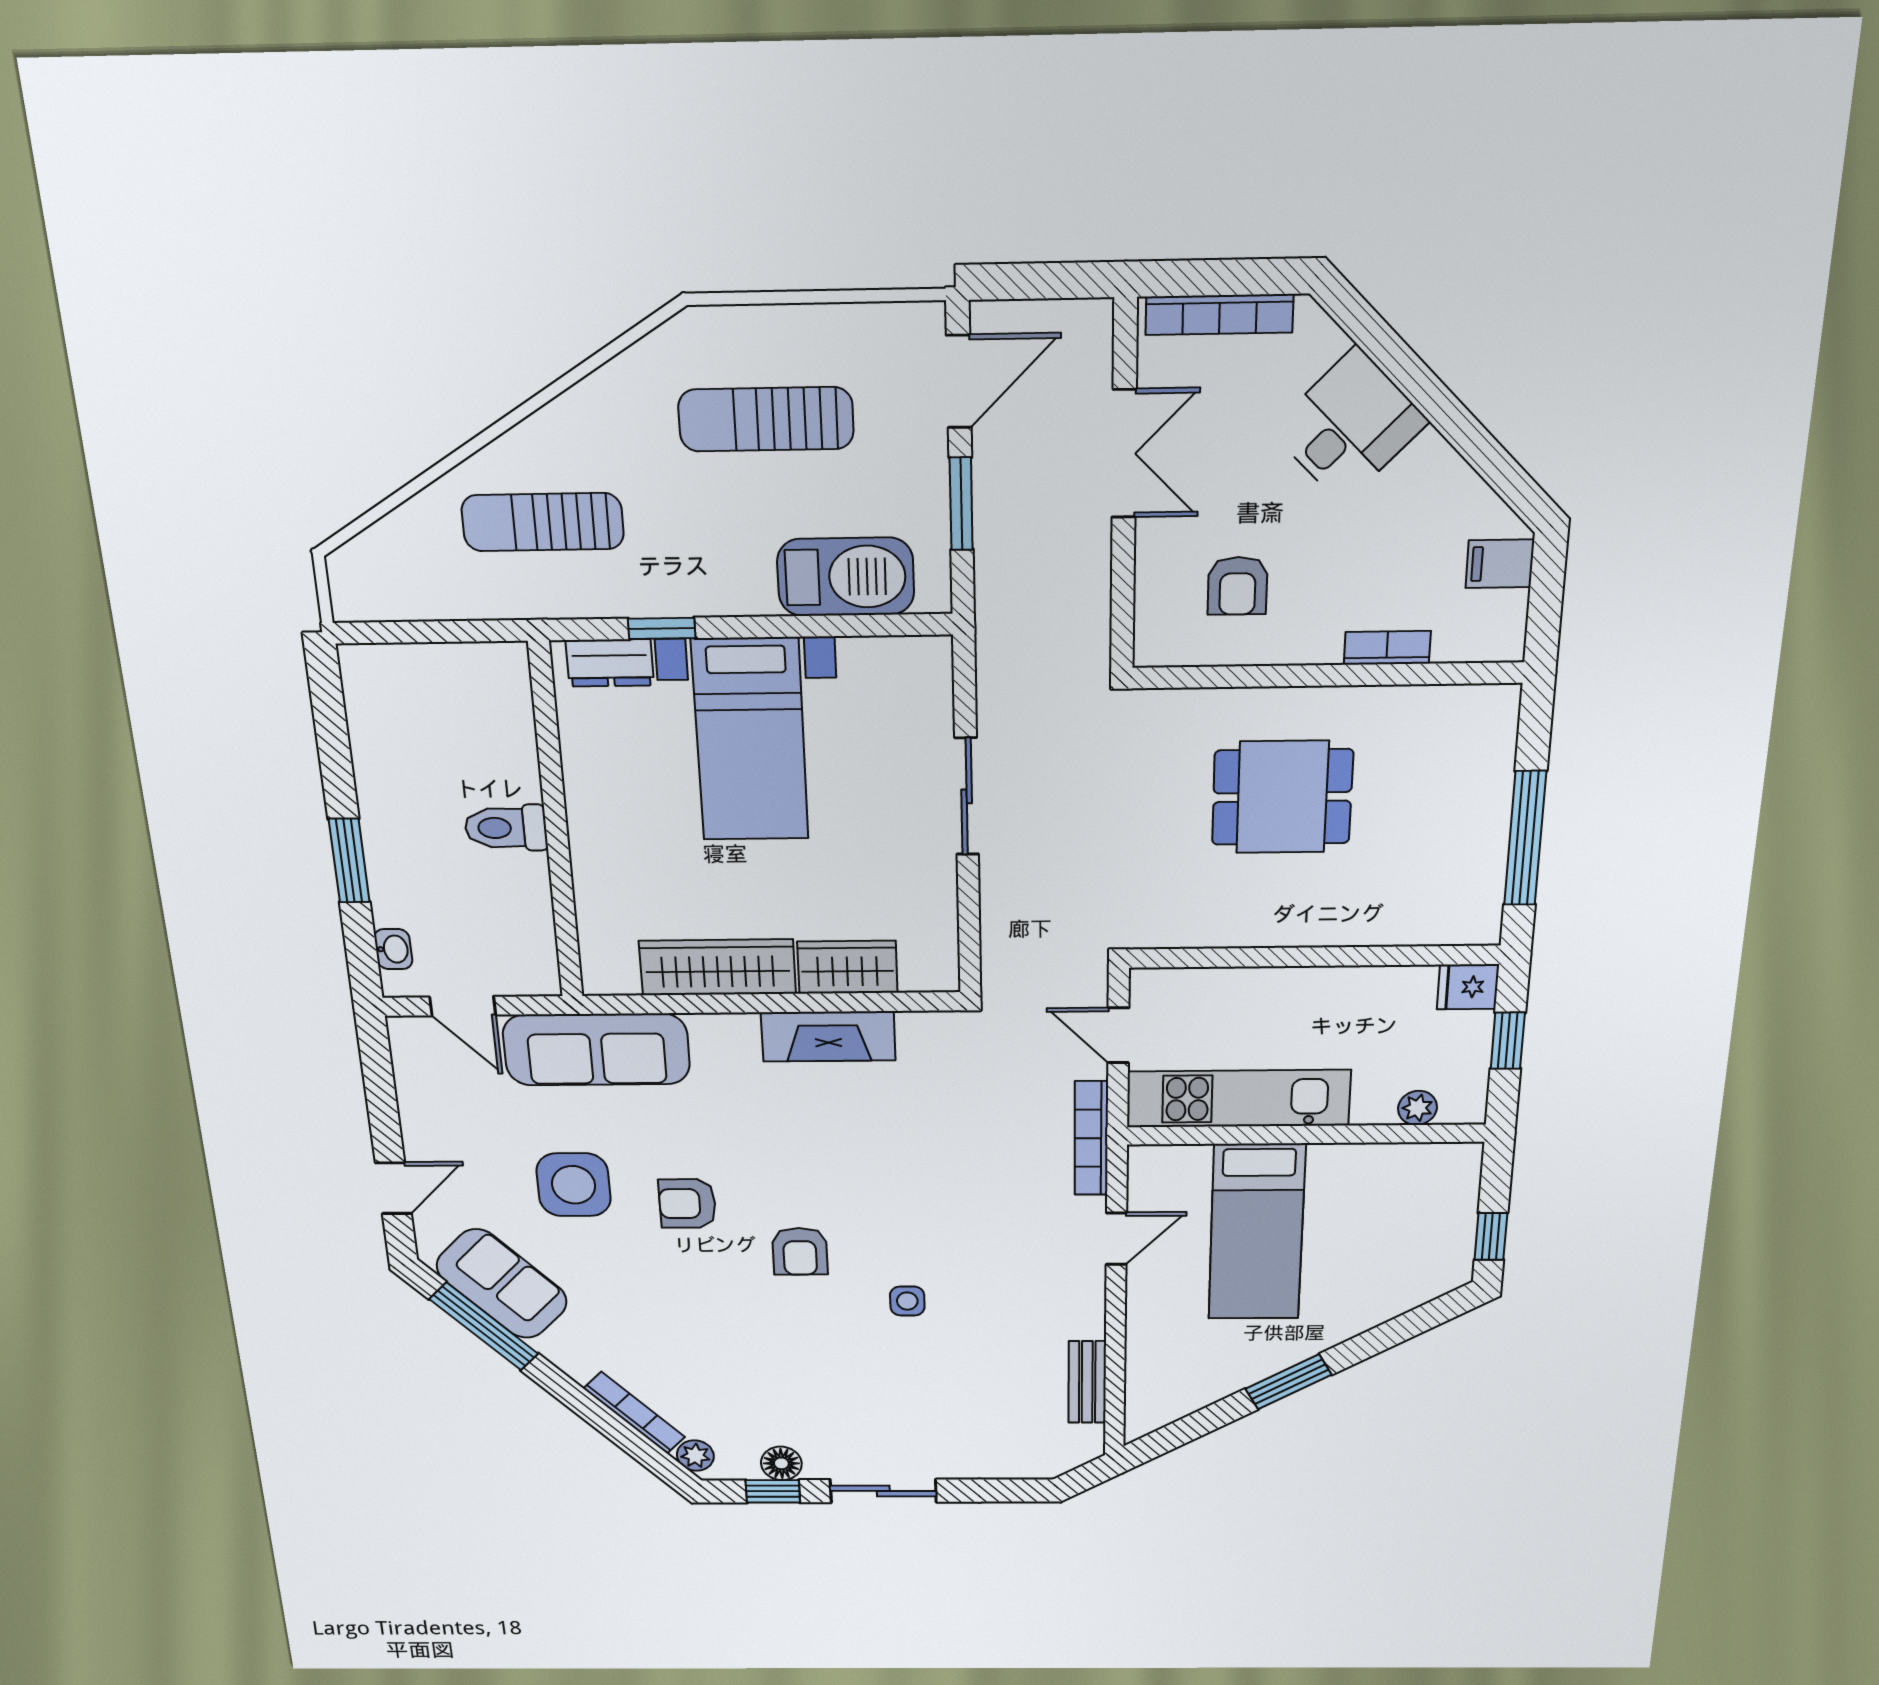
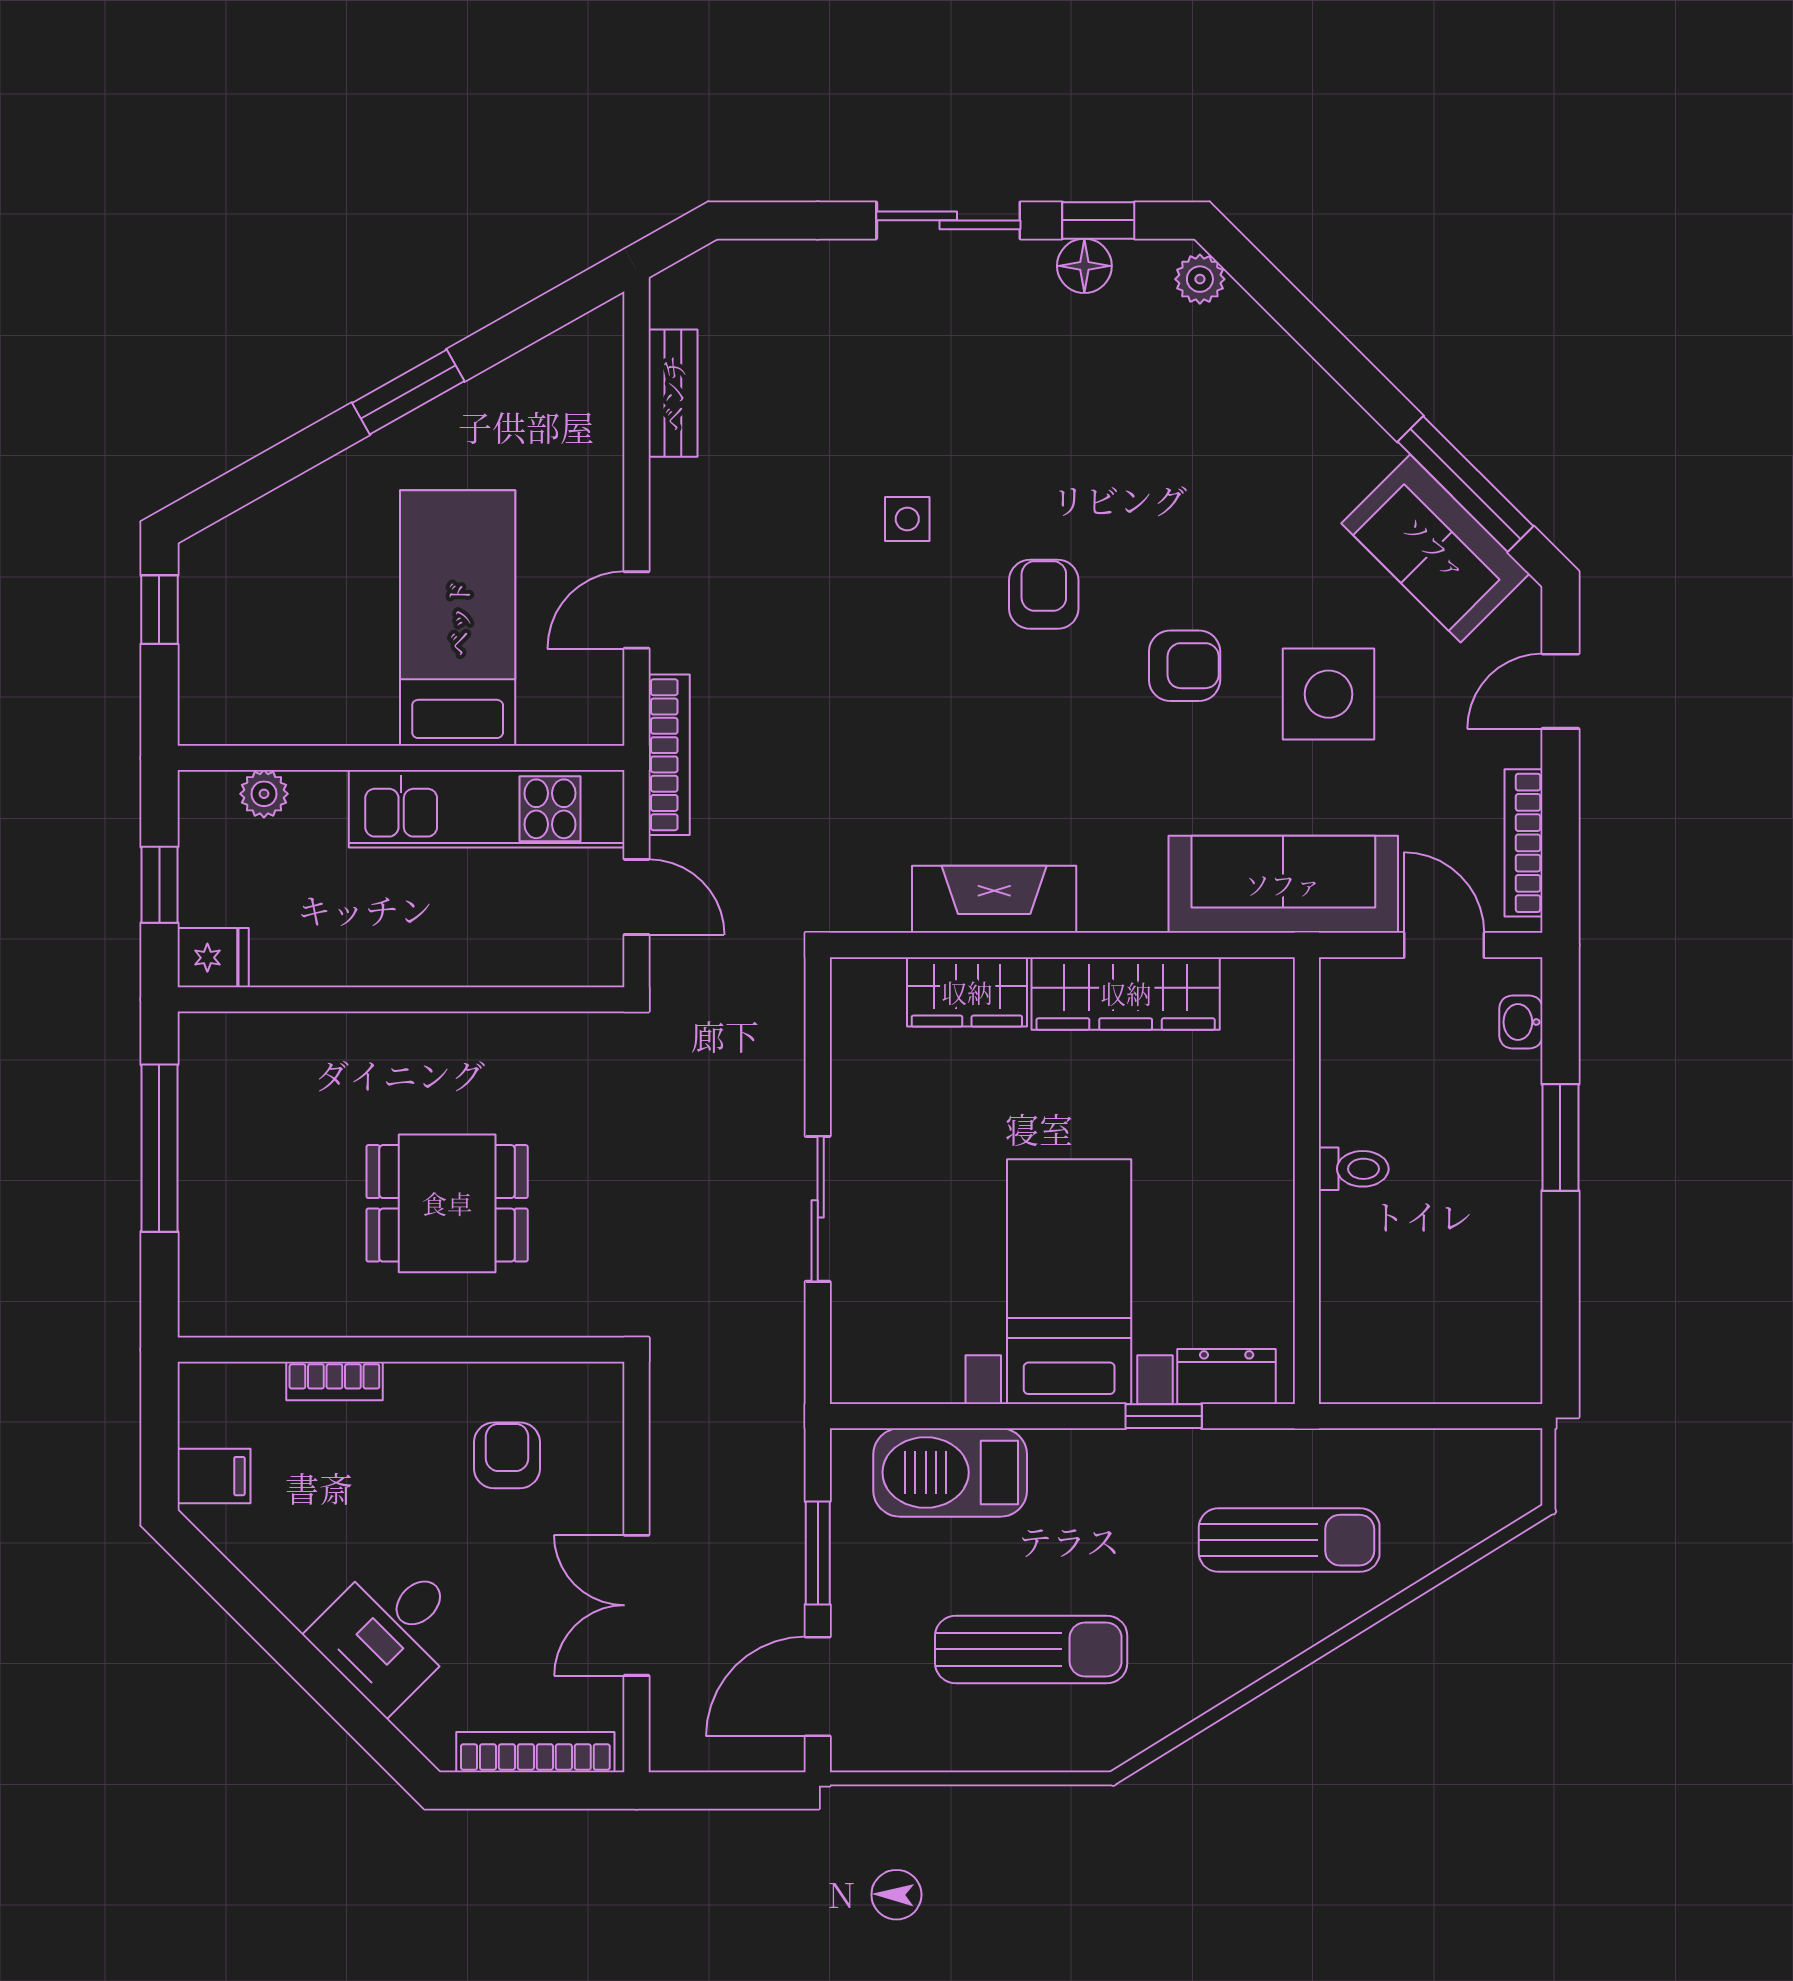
toilet: (506, 828) -> (1354, 1169), width x0.73, depth x0.72
bookcase: (634, 1413) -> (1523, 843), moved, turned 45

